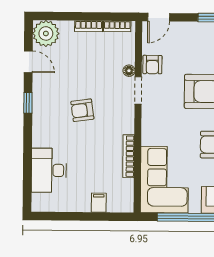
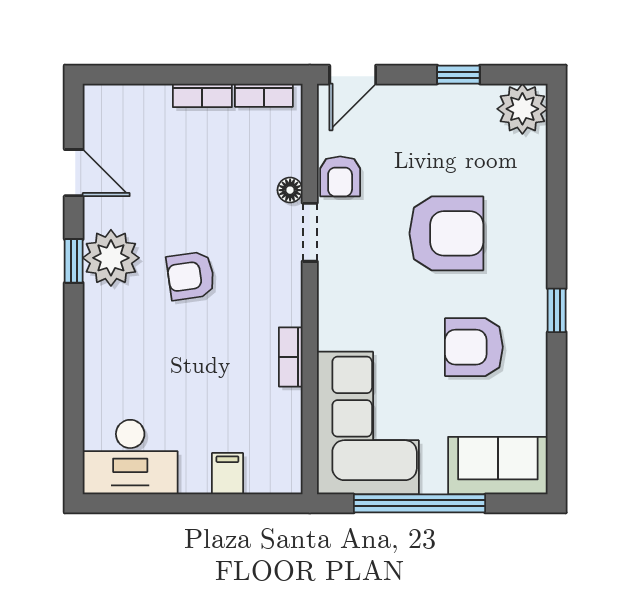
plant: (46, 33) -> (111, 258), moved
bookcase: (129, 156) -> (291, 357), width x0.64
desk: (49, 170) -> (130, 457), moved, turned -90

